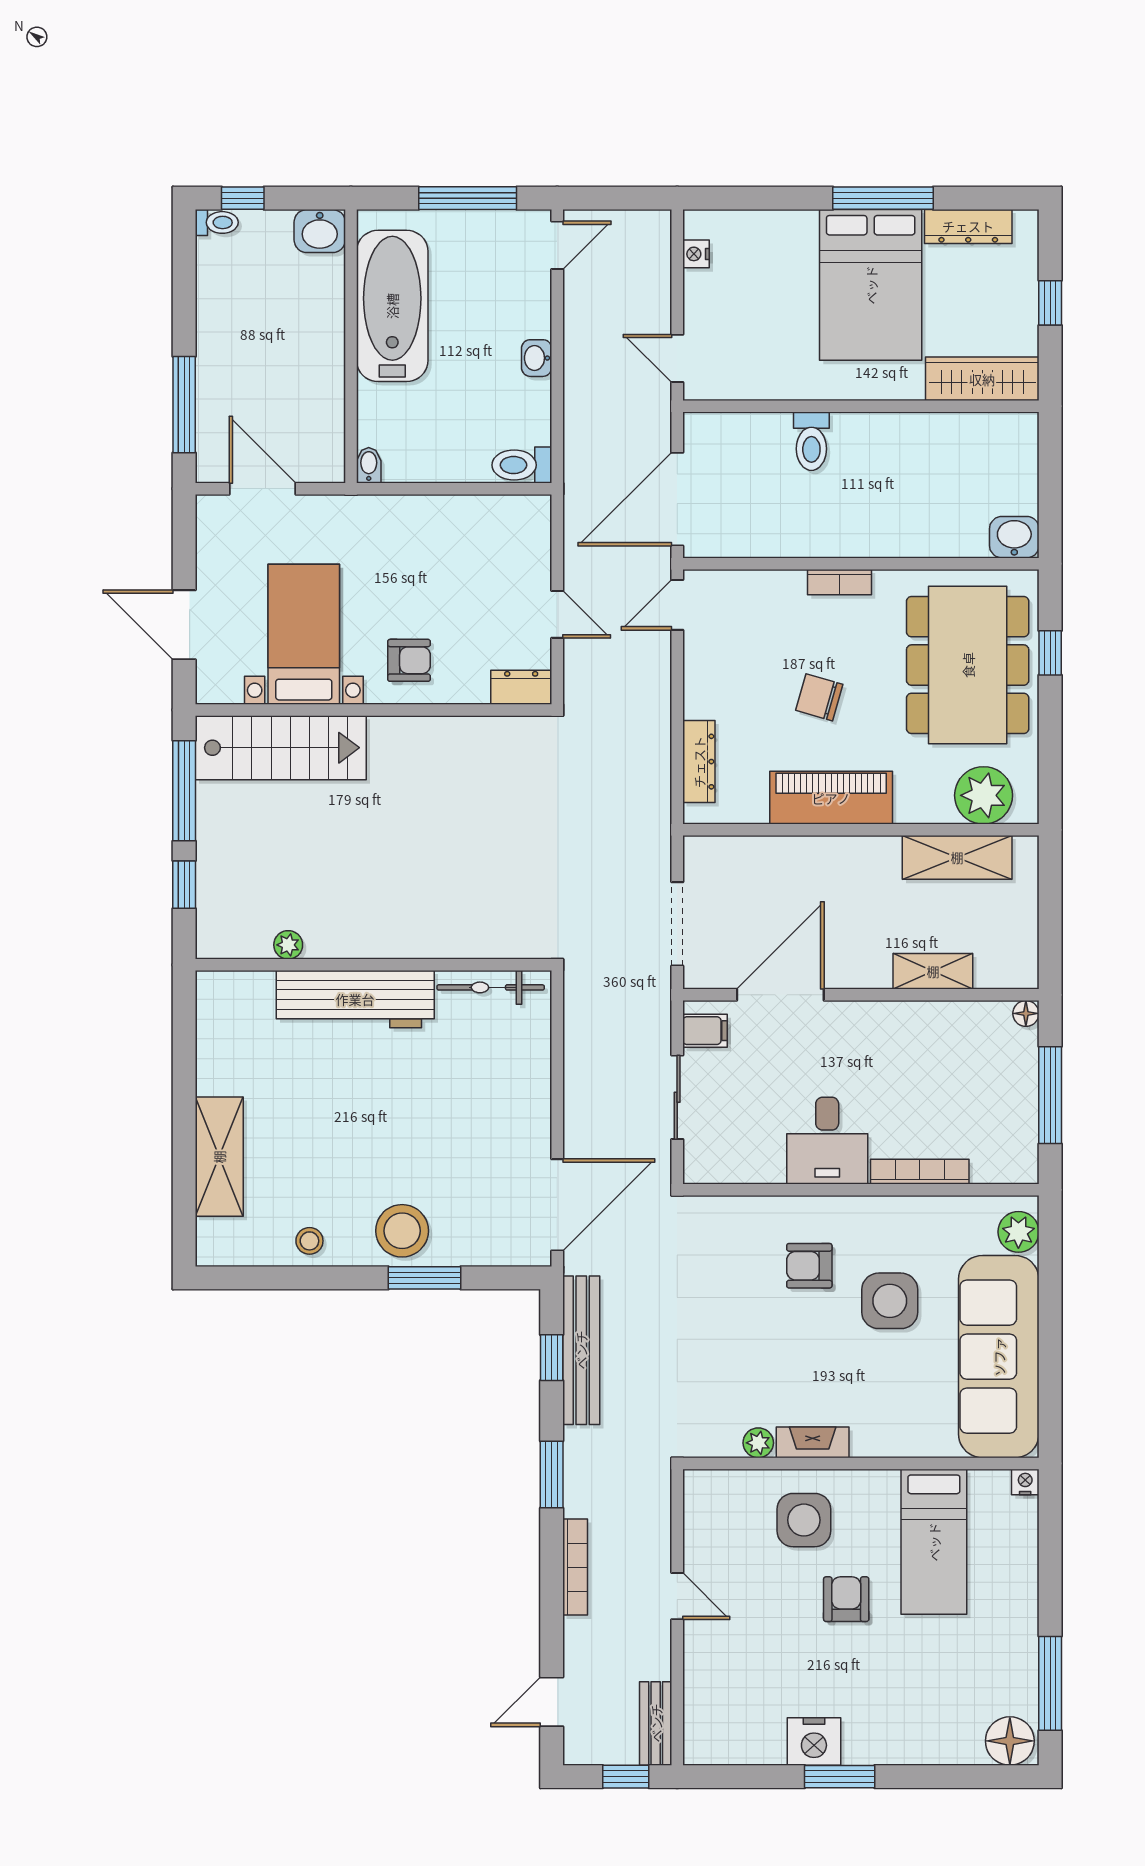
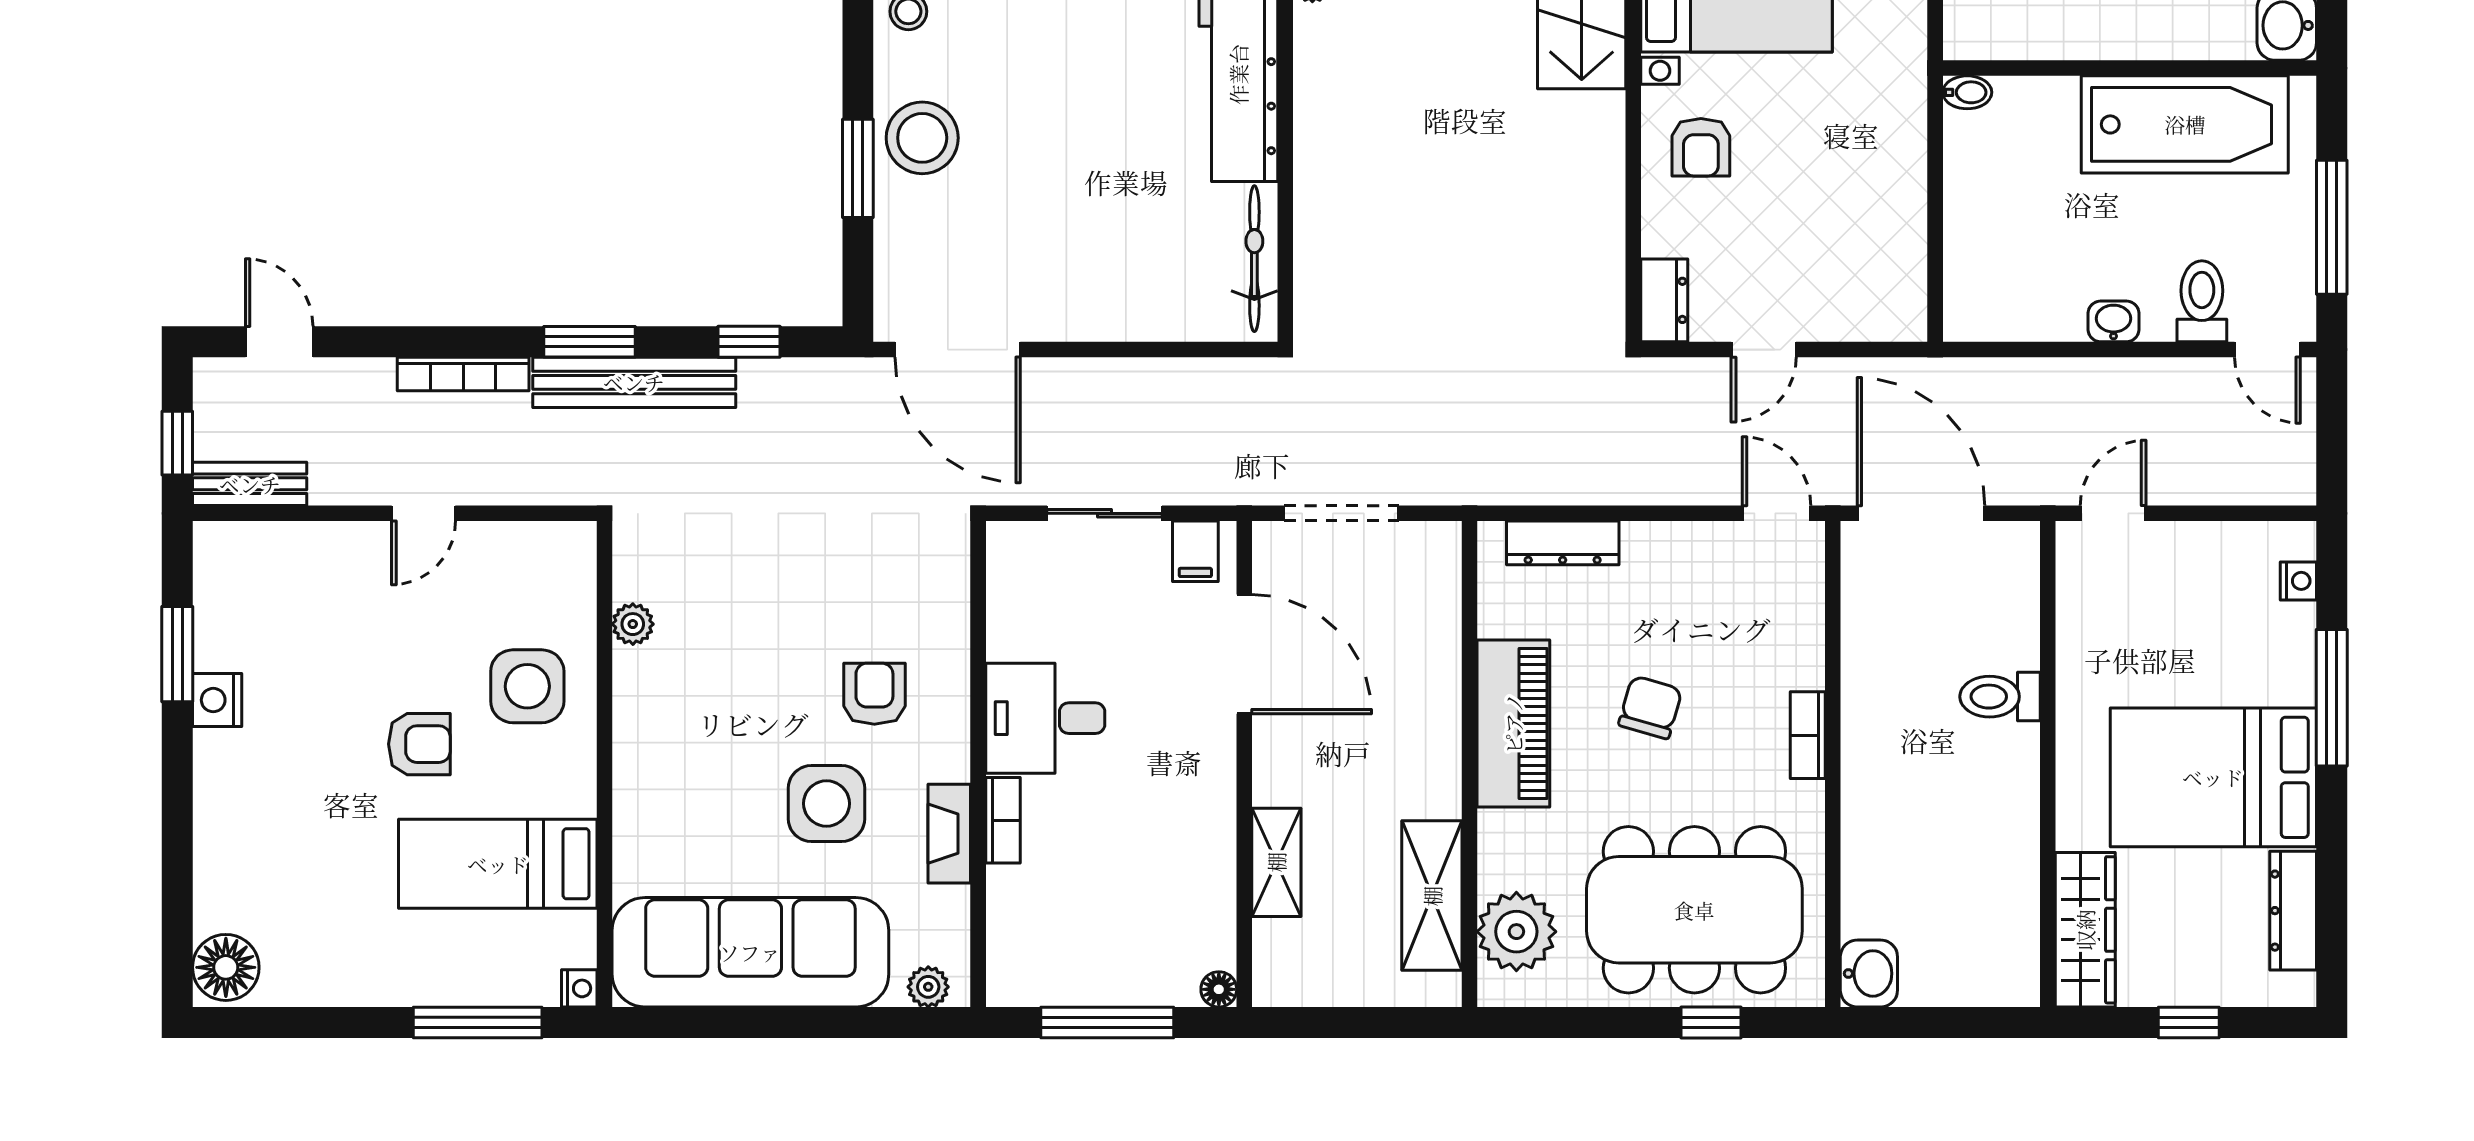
window: (883, 198) -> (2332, 698), moved
nightstand: (696, 254) -> (2298, 581), moved, turned 90
toilet: (522, 465) -> (2202, 301), moved
bookcase: (920, 1172) -> (1003, 820), width x0.64
plant: (1018, 1232) -> (928, 987), width x0.73, depth x0.73
bench: (581, 1350) -> (634, 382), moved
fireplace: (813, 1442) -> (949, 834), moved, turned 180
window: (1050, 1683) -> (478, 1022), moved
nightstand: (814, 1741) -> (217, 700), width x0.74, depth x0.75
window: (840, 1777) -> (177, 654), moved

